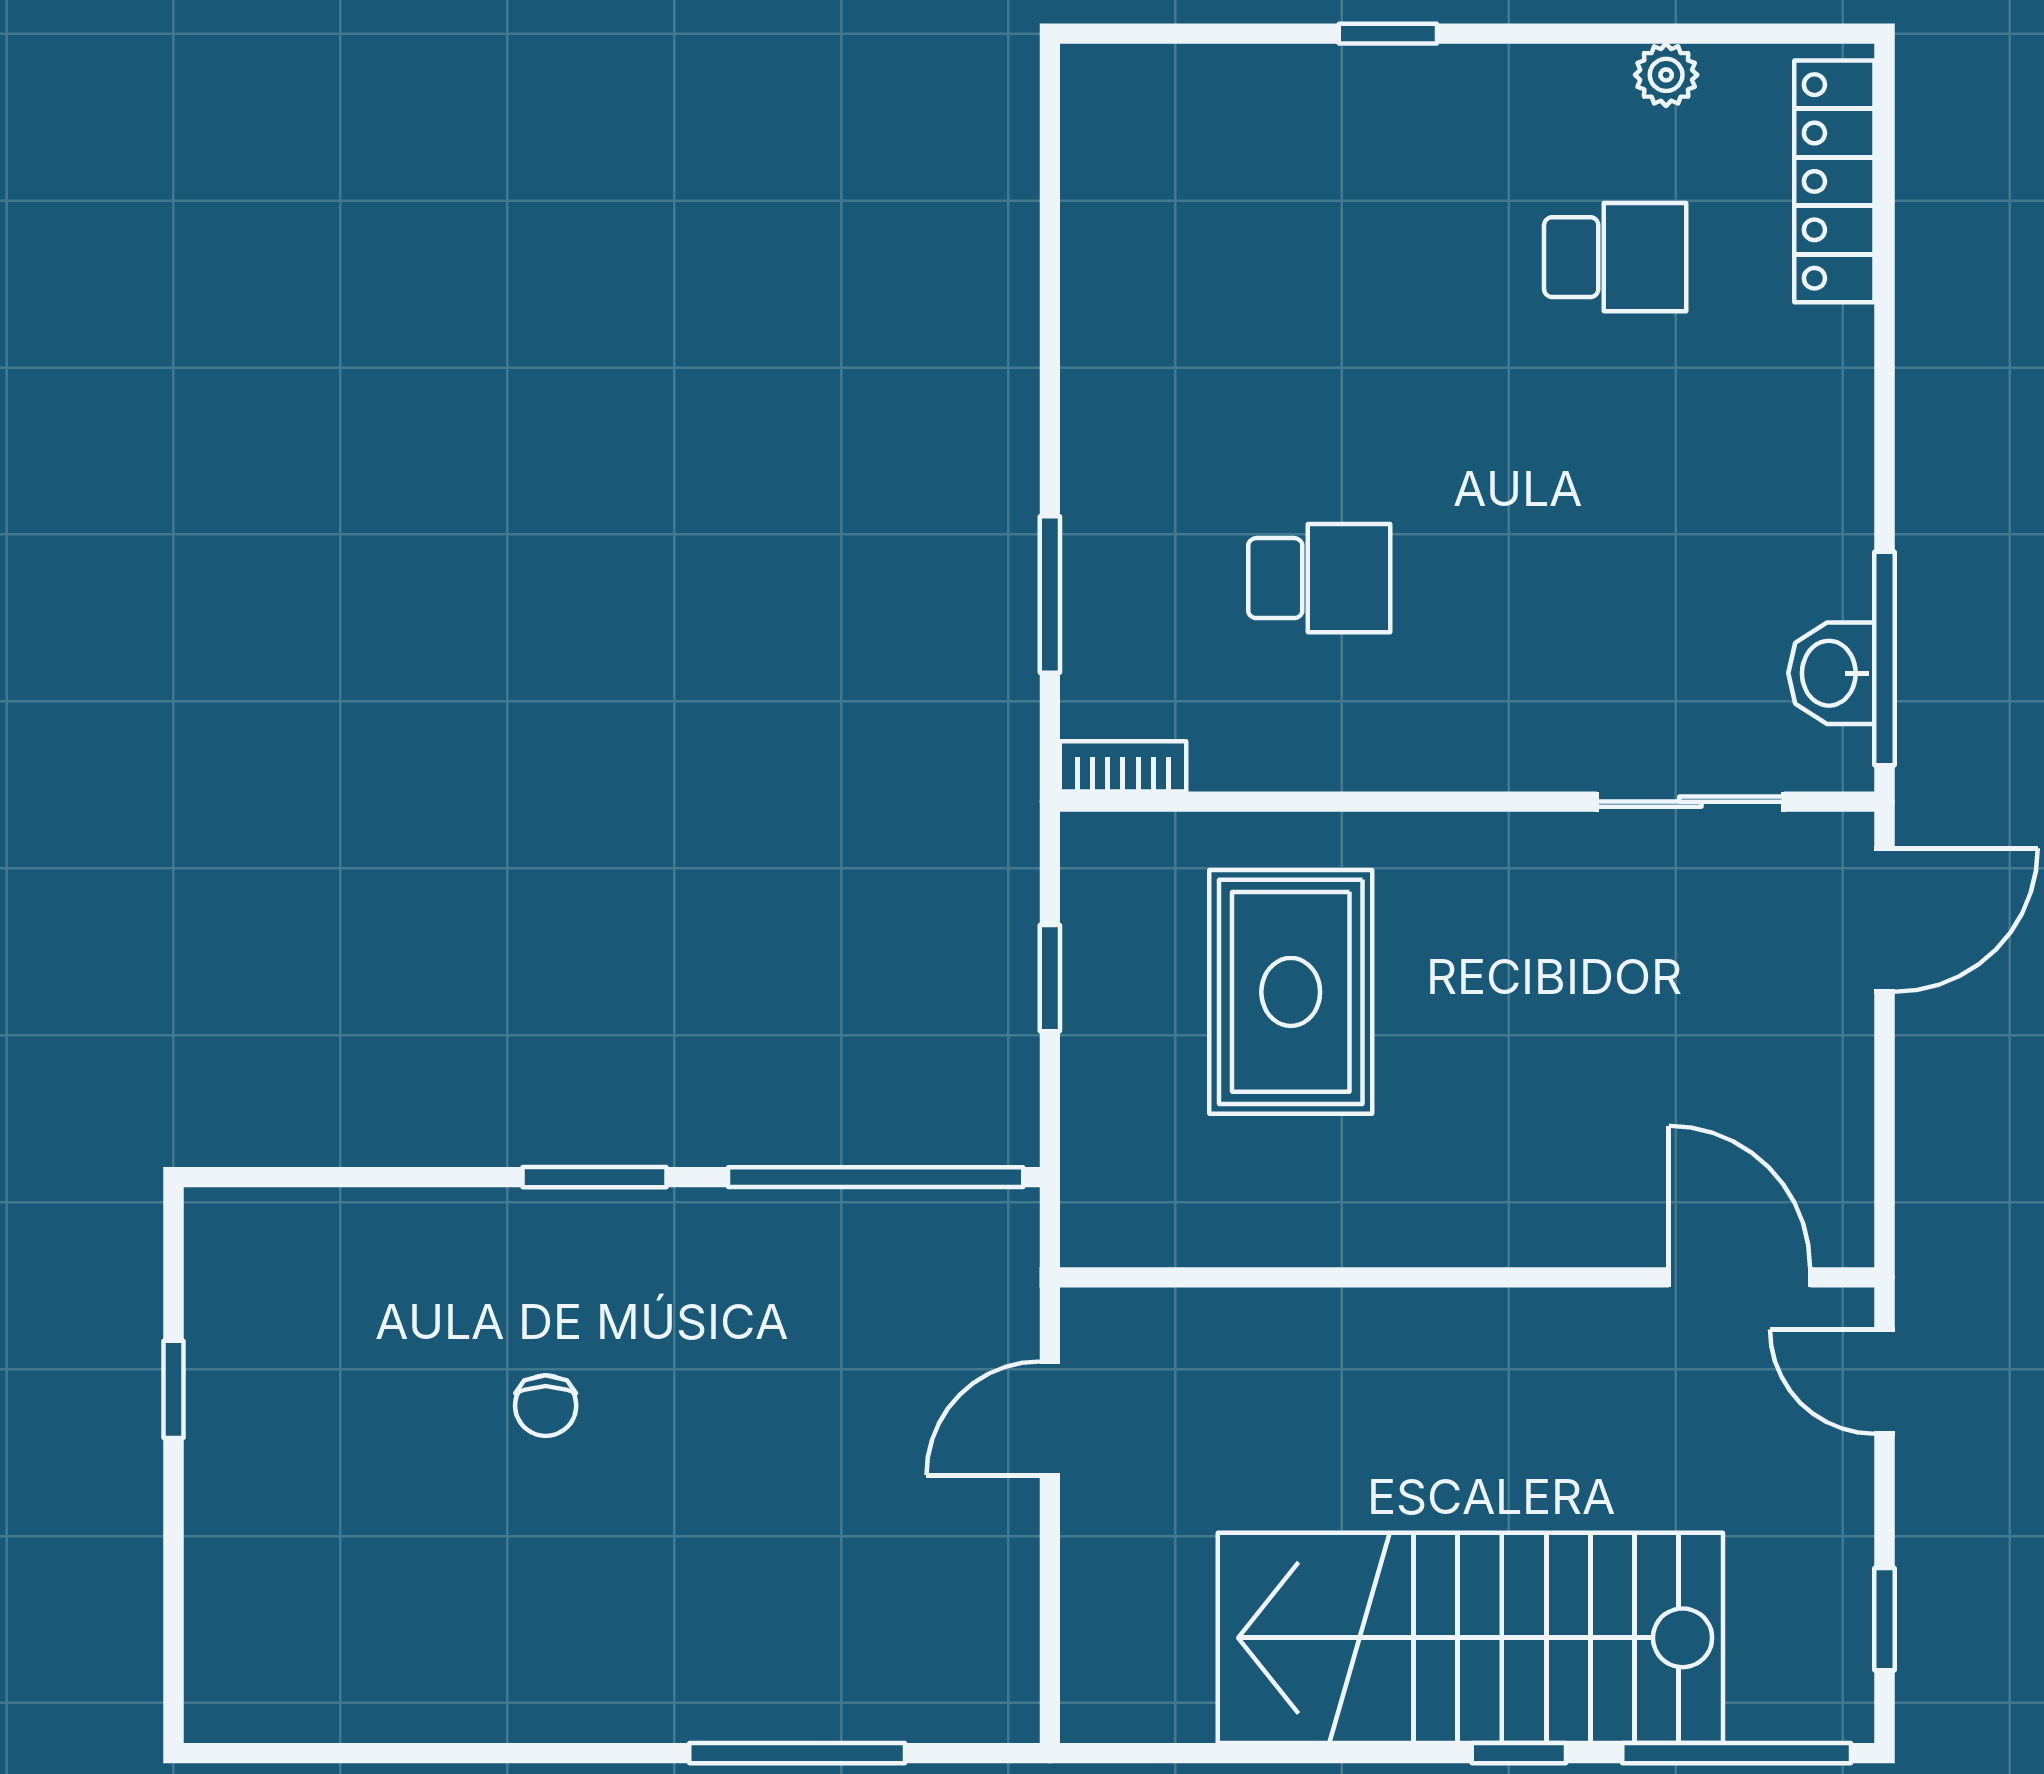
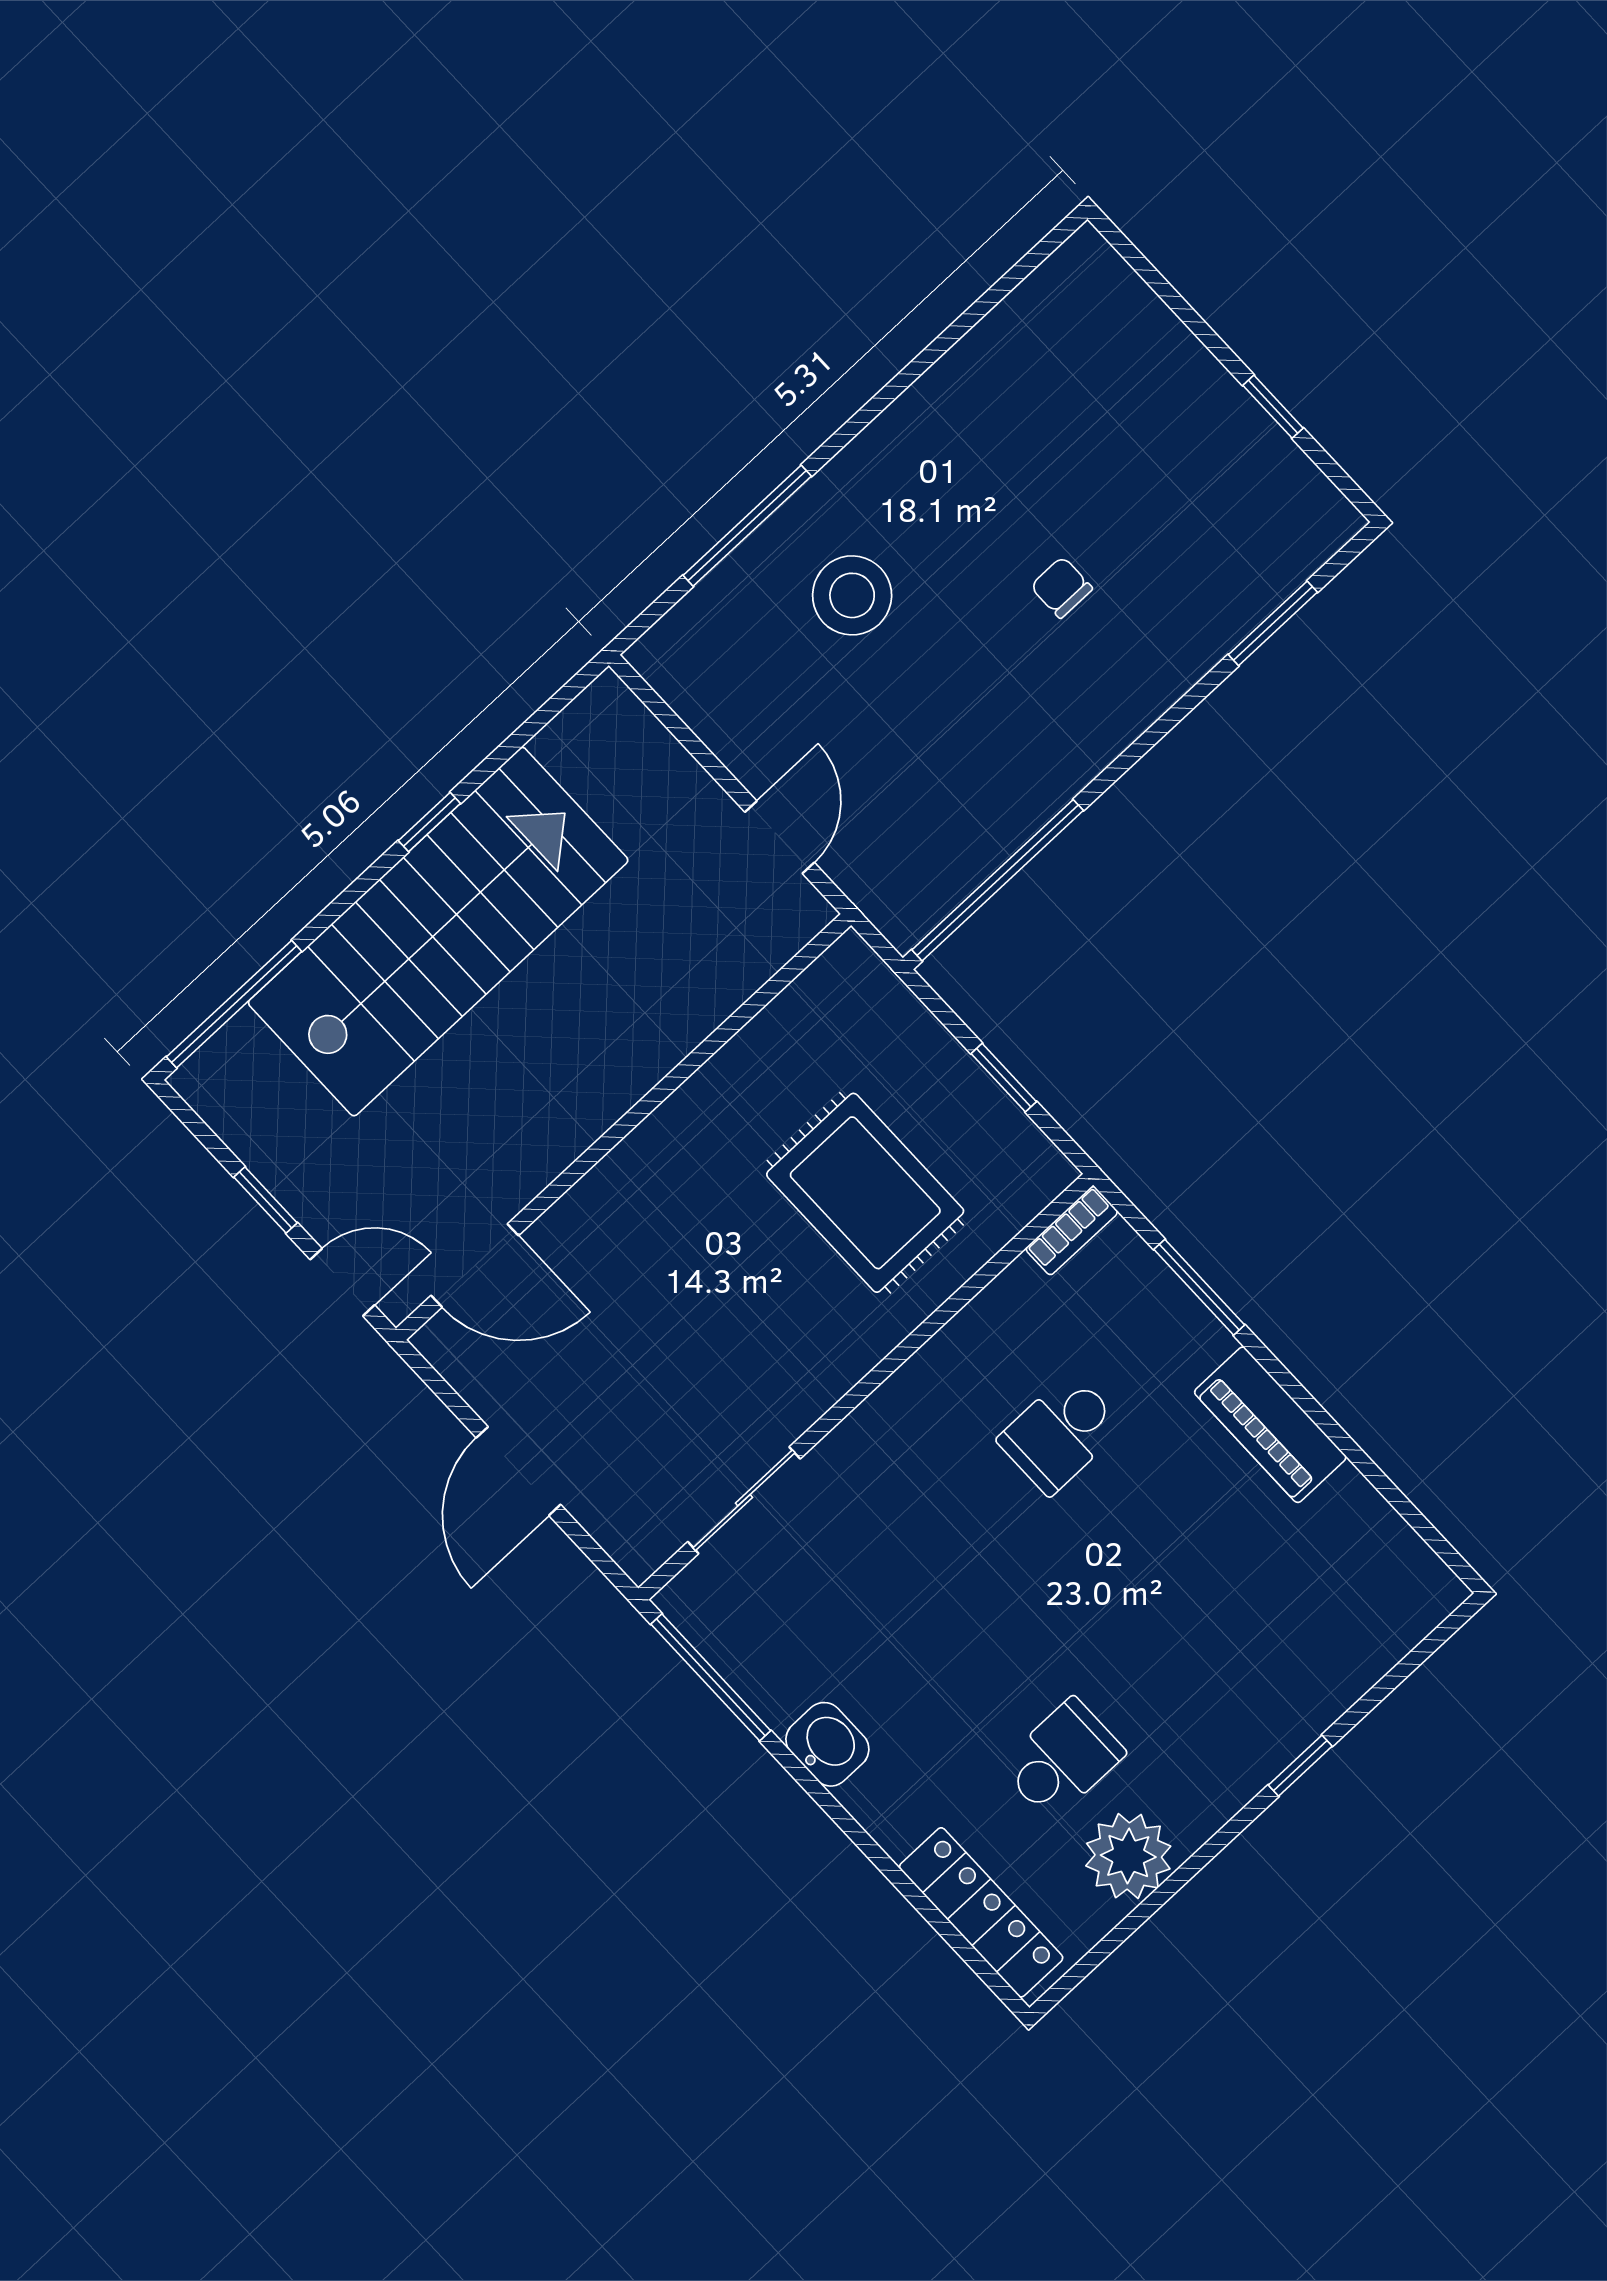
plant: (1666, 75) -> (1128, 1856), width x1.87, depth x1.87
school desk: (1615, 257) -> (1062, 1759), turned 180
piano: (1106, 395) -> (1270, 1425), added
washbasin: (1831, 673) -> (827, 1744), moved
door: (1885, 920) -> (518, 1471), moved
window: (595, 1177) -> (1273, 623), moved
stool: (758, 1589) -> (852, 595), added
window: (1885, 1619) -> (266, 1200), moved
window: (1519, 1753) -> (429, 822), moved

